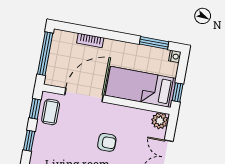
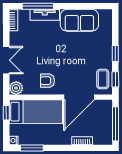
armchair: (107, 142) -> (47, 81), moved

